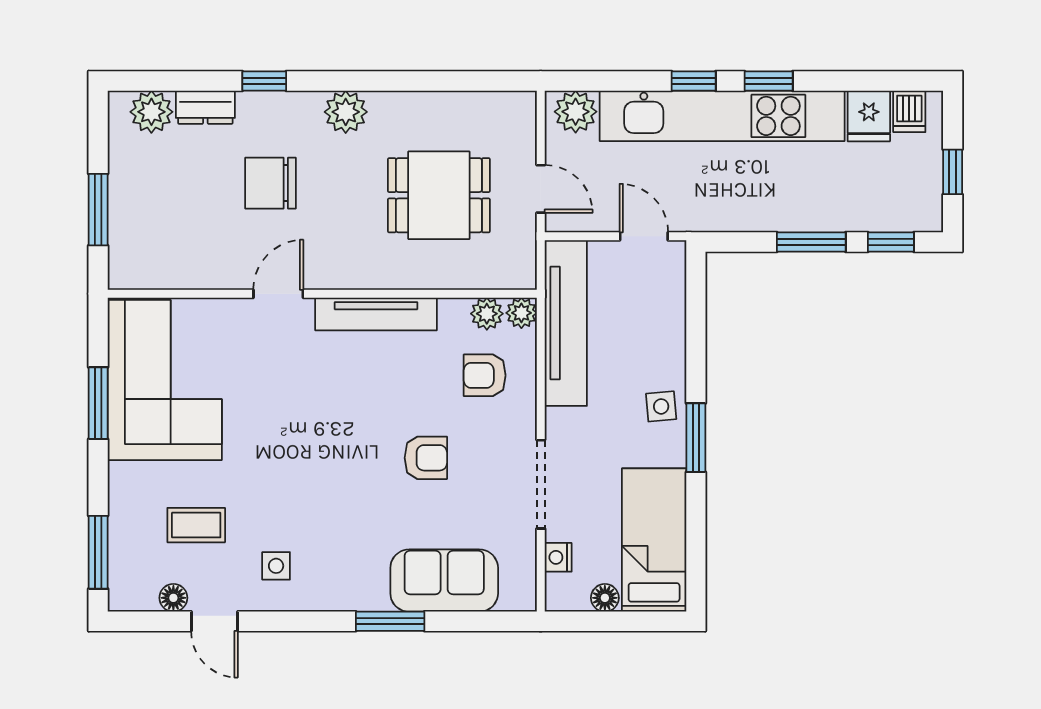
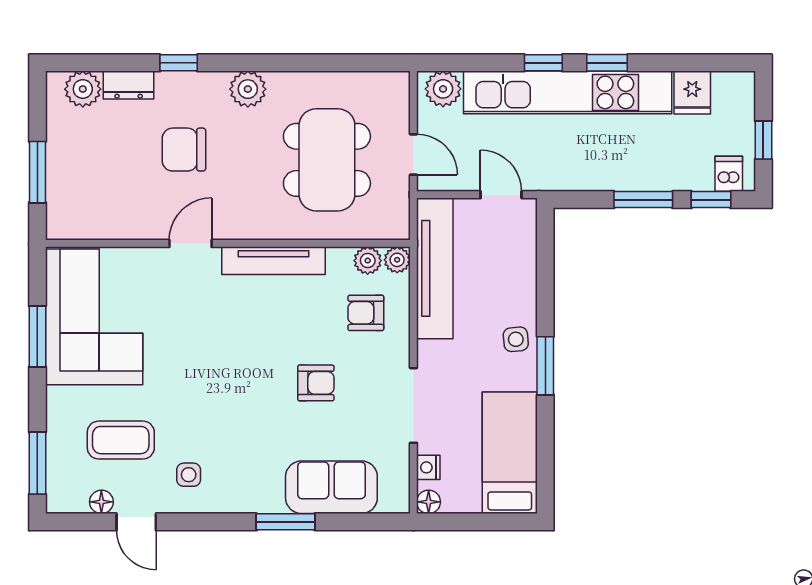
dishwasher: (909, 111) -> (729, 174), moved, turned 180
dining table: (439, 195) -> (327, 160), width x1.38
coffee table: (196, 525) -> (121, 440), width x1.36, depth x1.30
floor lamp: (605, 598) -> (429, 502), moved

